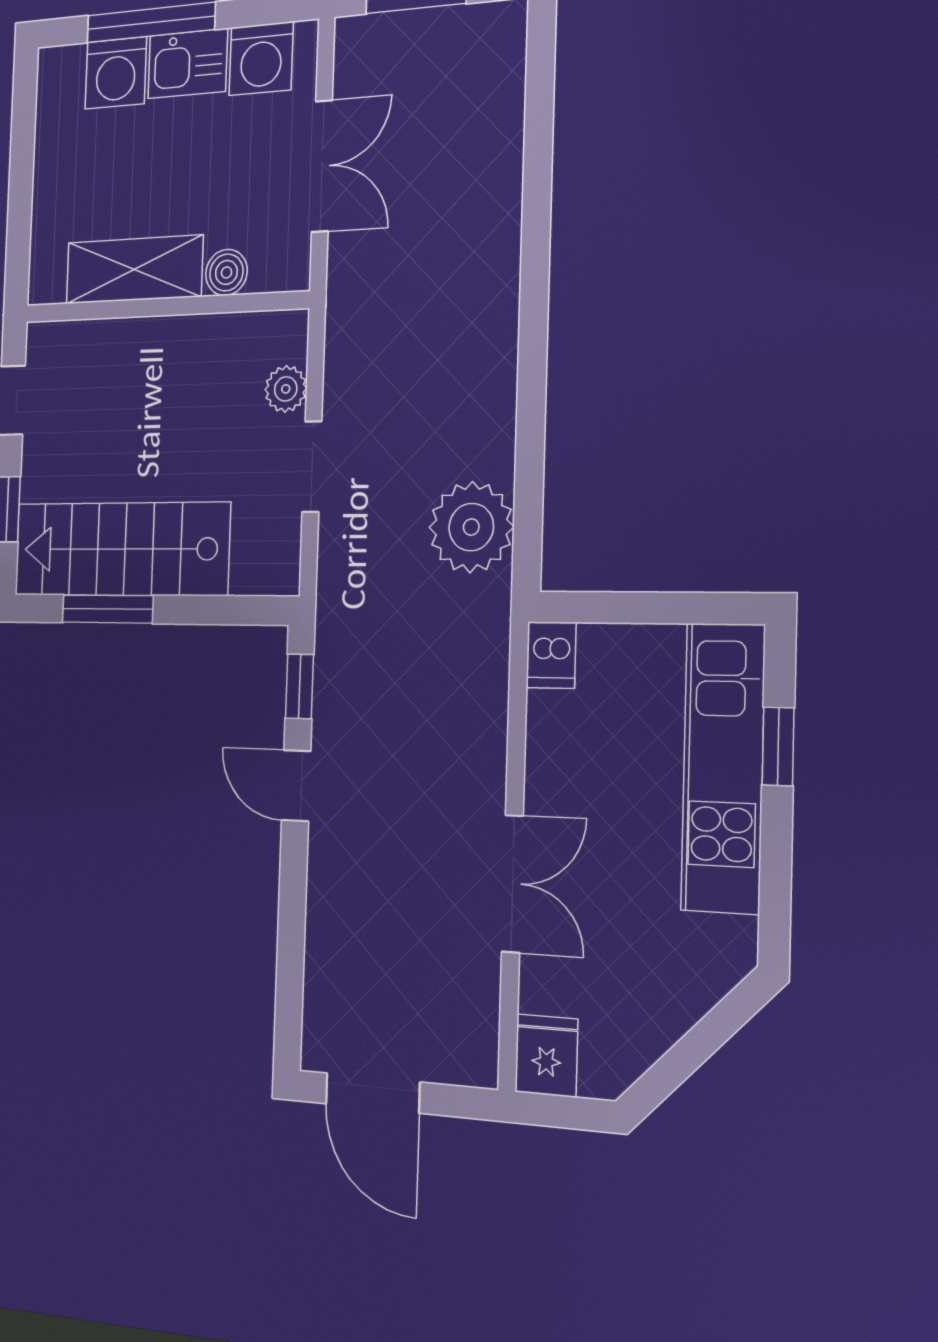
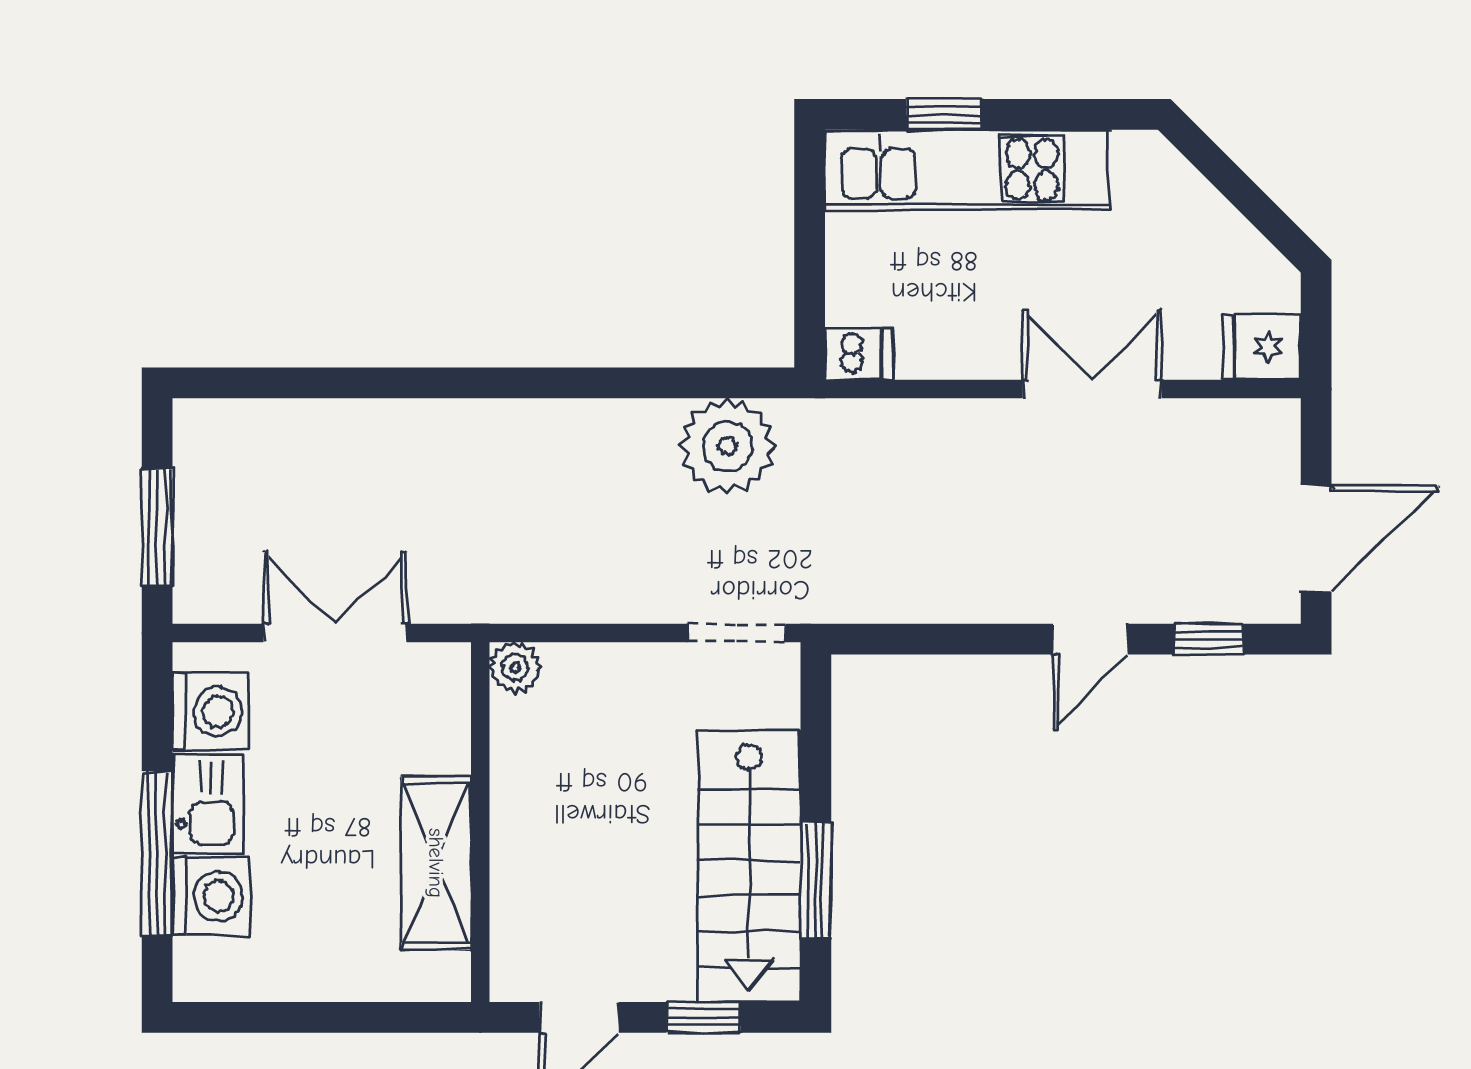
boiler: (226, 272) -> (446, 745), removed
plant: (286, 389) -> (515, 668), moved
doorway: (312, 467) -> (737, 633), moved
window: (299, 686) -> (1209, 639), moved
door: (296, 786) -> (1090, 639), moved

